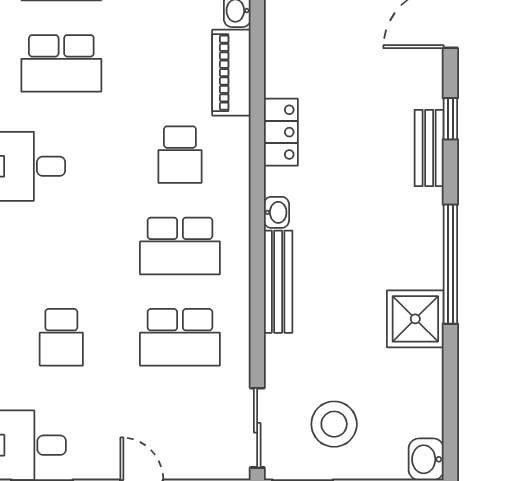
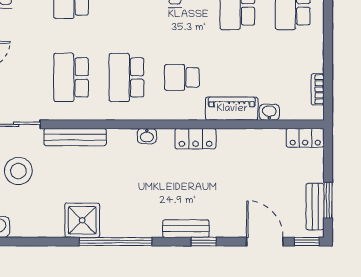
bench: (278, 282) -> (75, 137), moved

